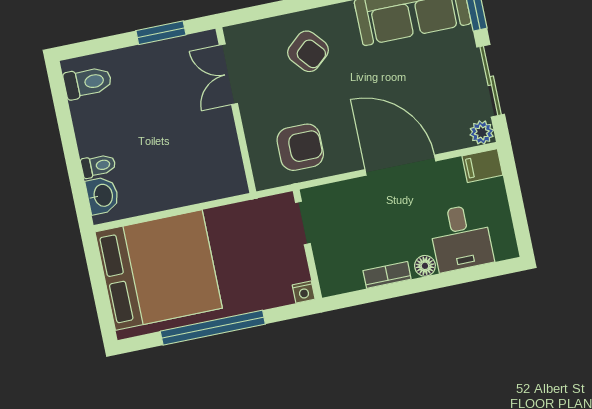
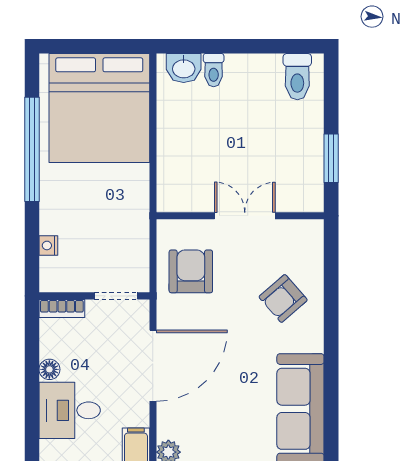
double door: (228, 74) -> (245, 216), moved
armchair: (300, 147) -> (191, 271), turned 180
doorway: (303, 223) -> (116, 296), moved
wall: (307, 244) -> (94, 296), moved
bookcase: (387, 275) -> (62, 308), moved, turned 90

